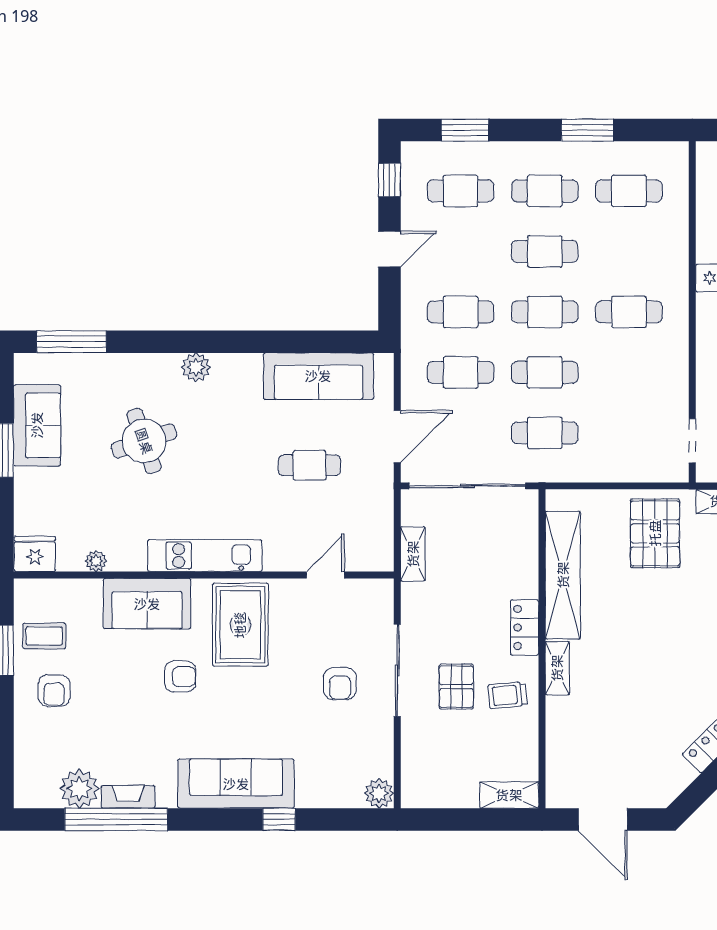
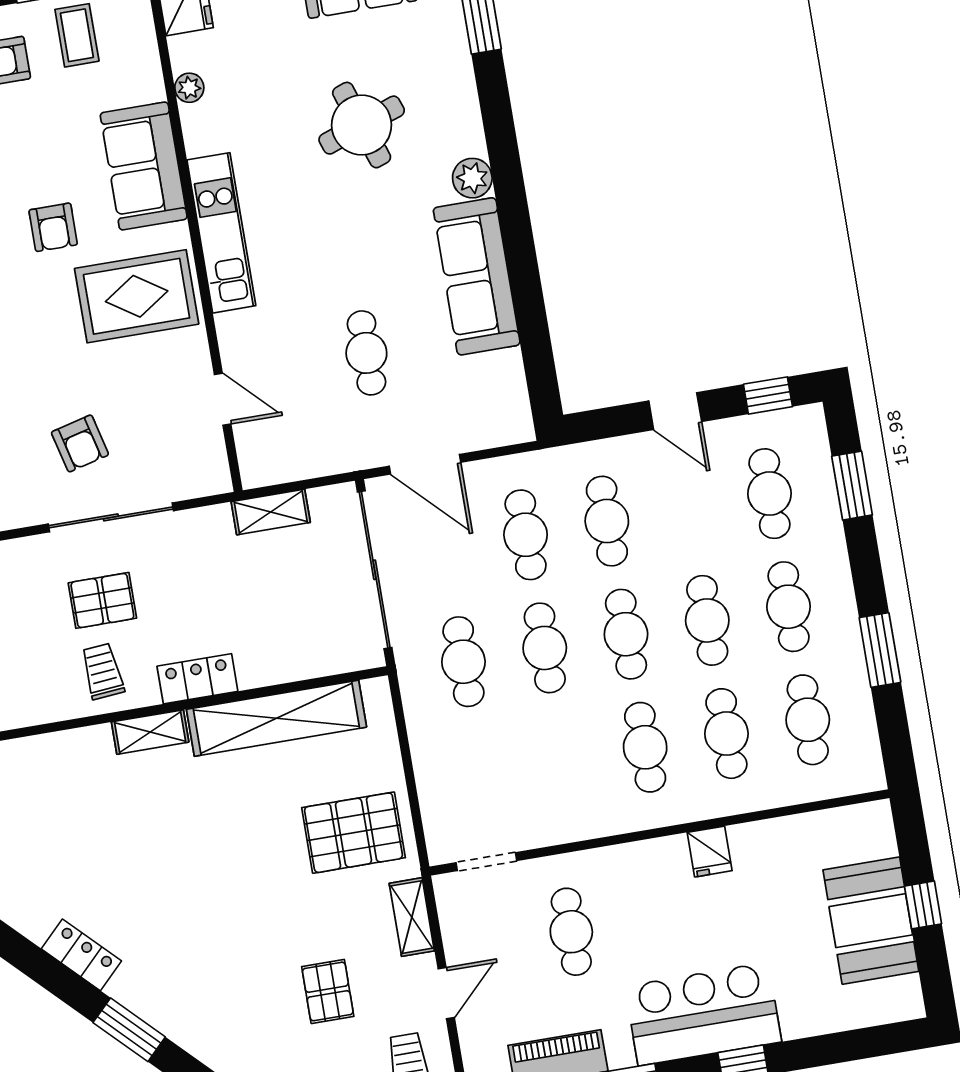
cafe table: (629, 251) -> (726, 734), added
sofa: (318, 376) -> (477, 276), moved
armchair: (340, 684) -> (80, 443), turned -104

